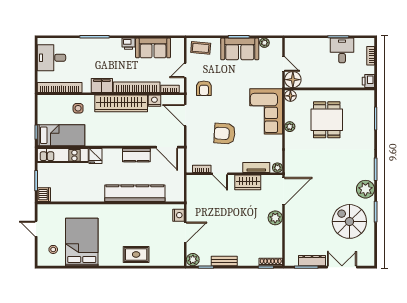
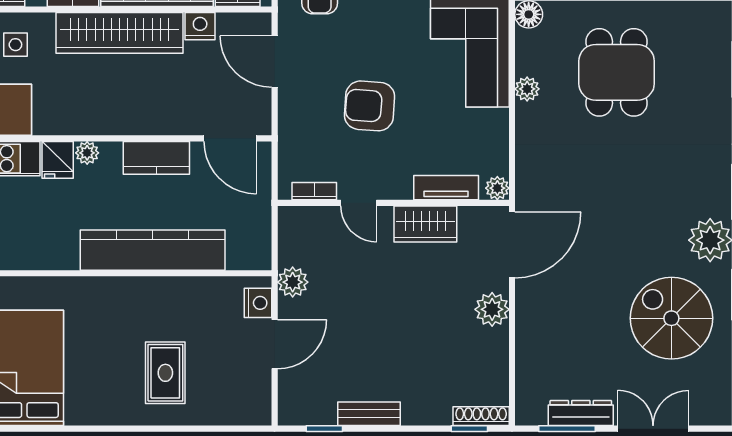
plant: (108, 153) -> (87, 153), added
rug: (136, 254) -> (165, 373), moved, turned 90
plant: (193, 260) -> (293, 282), moved

